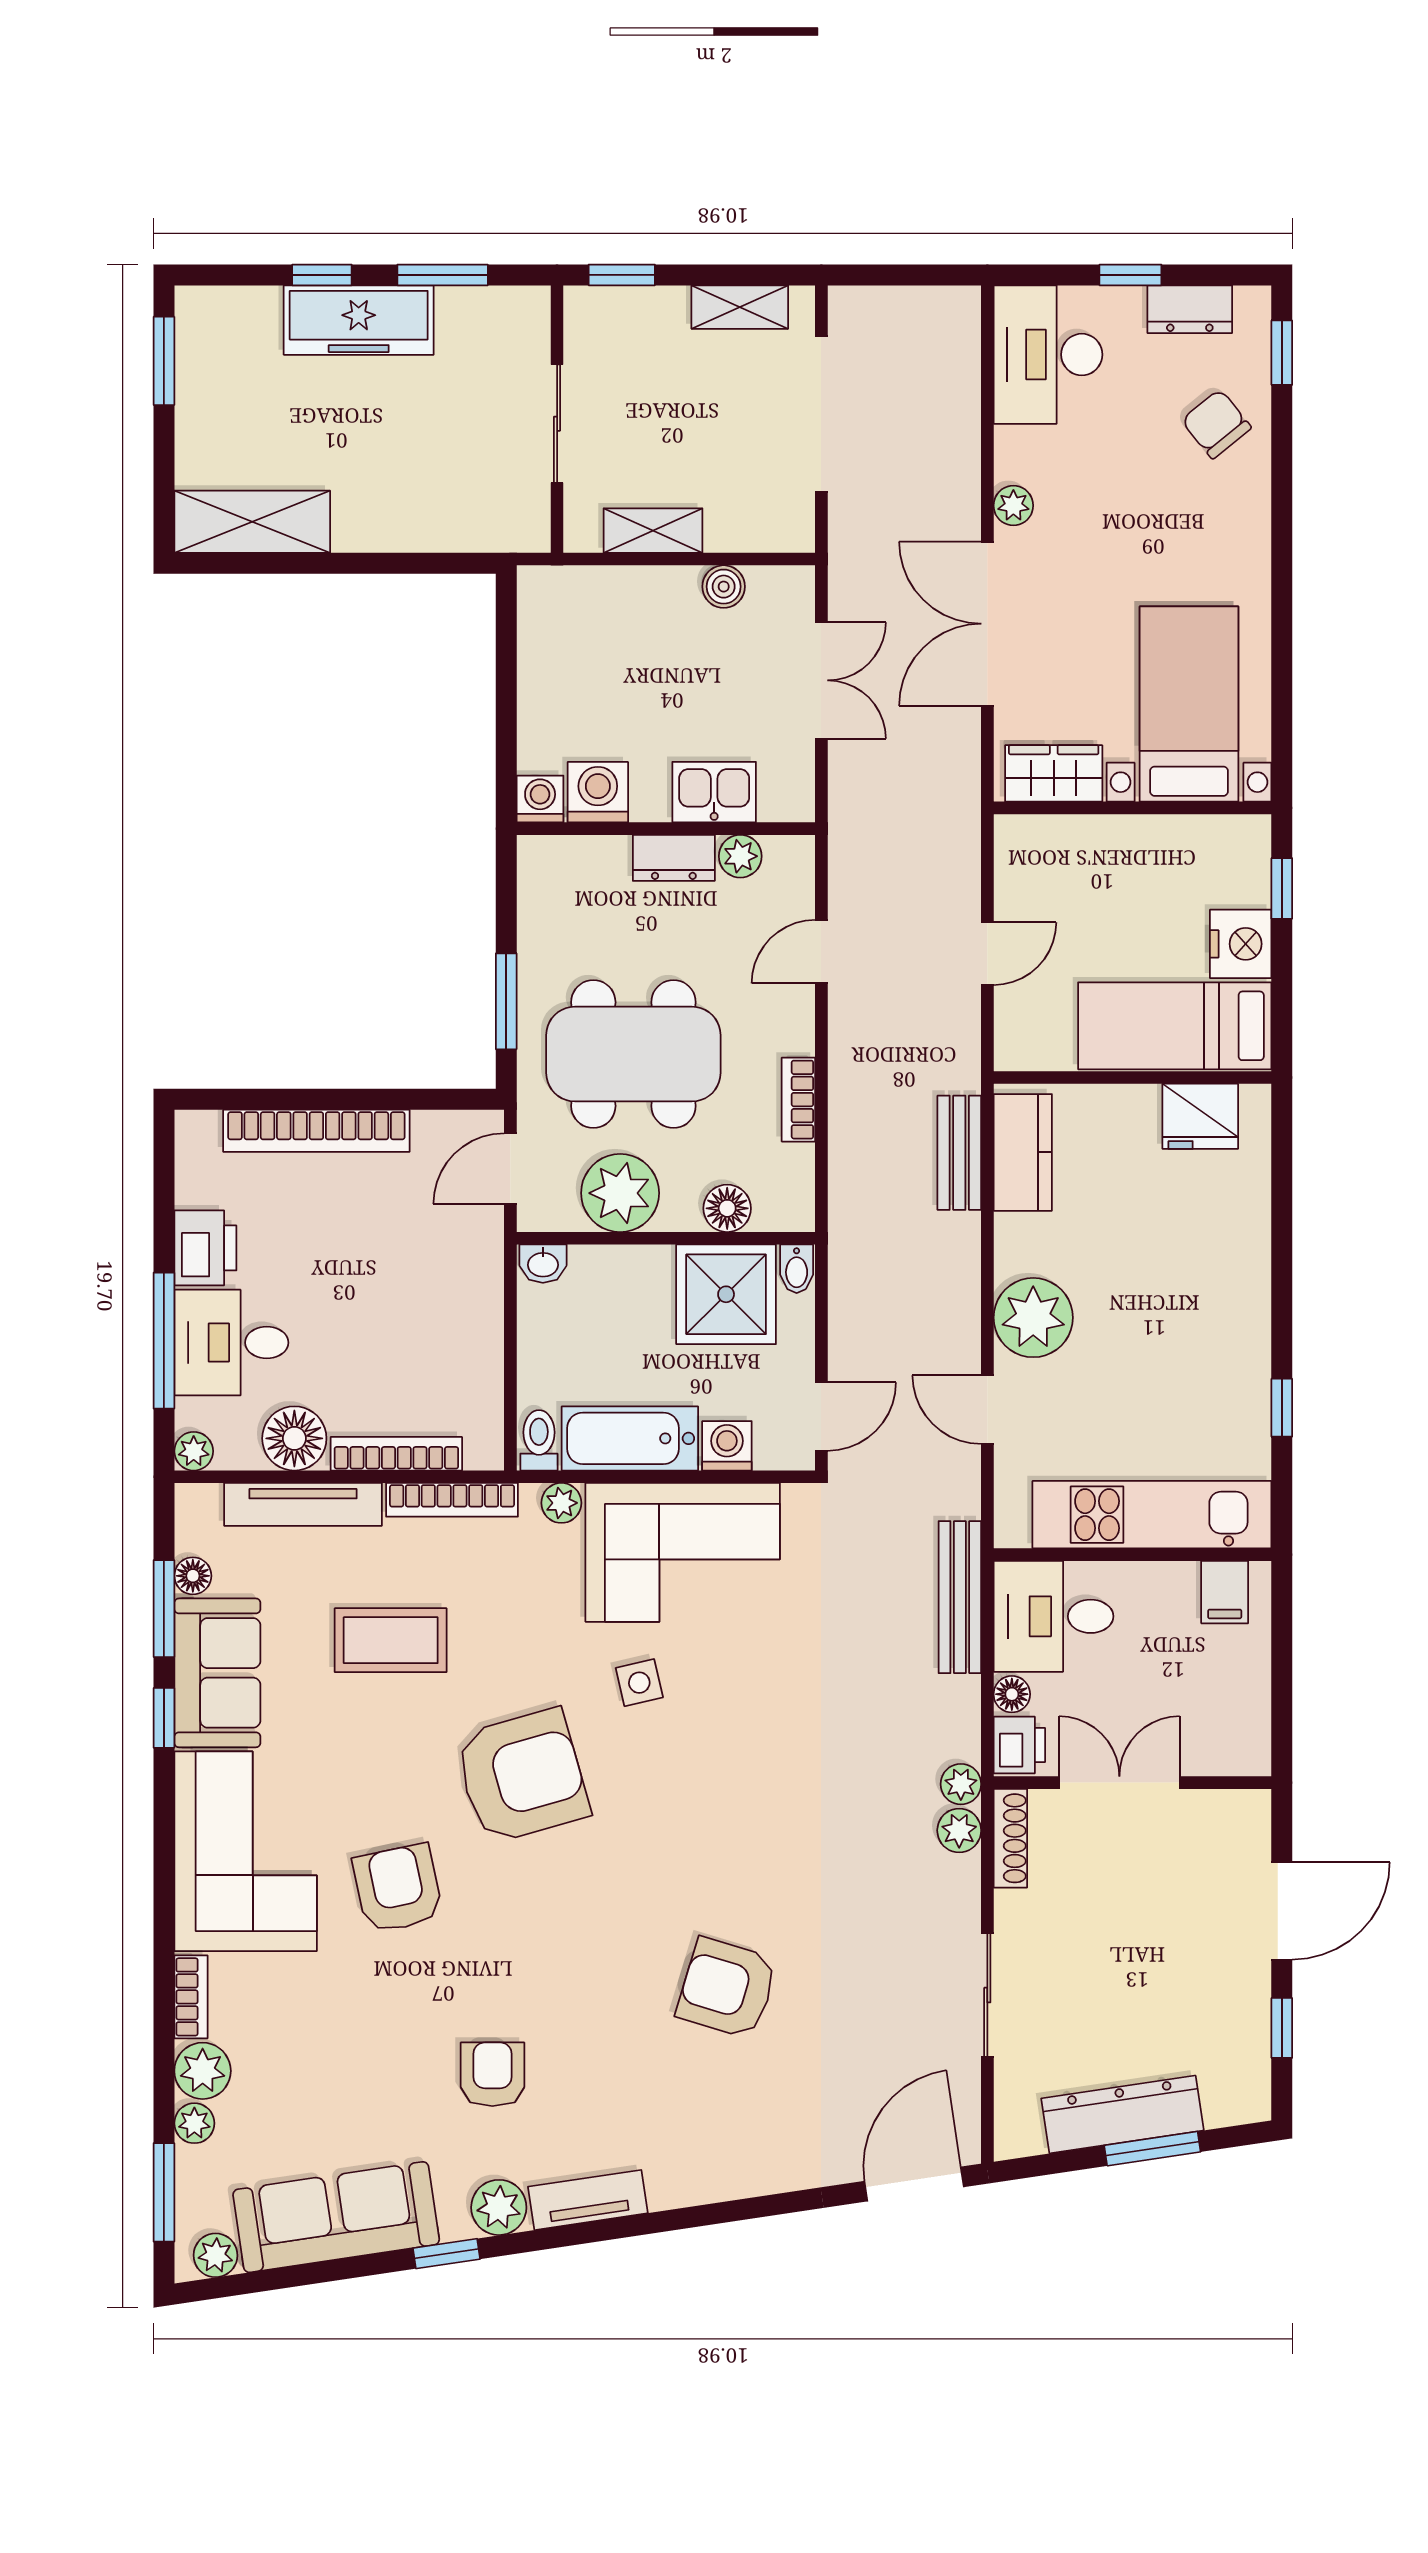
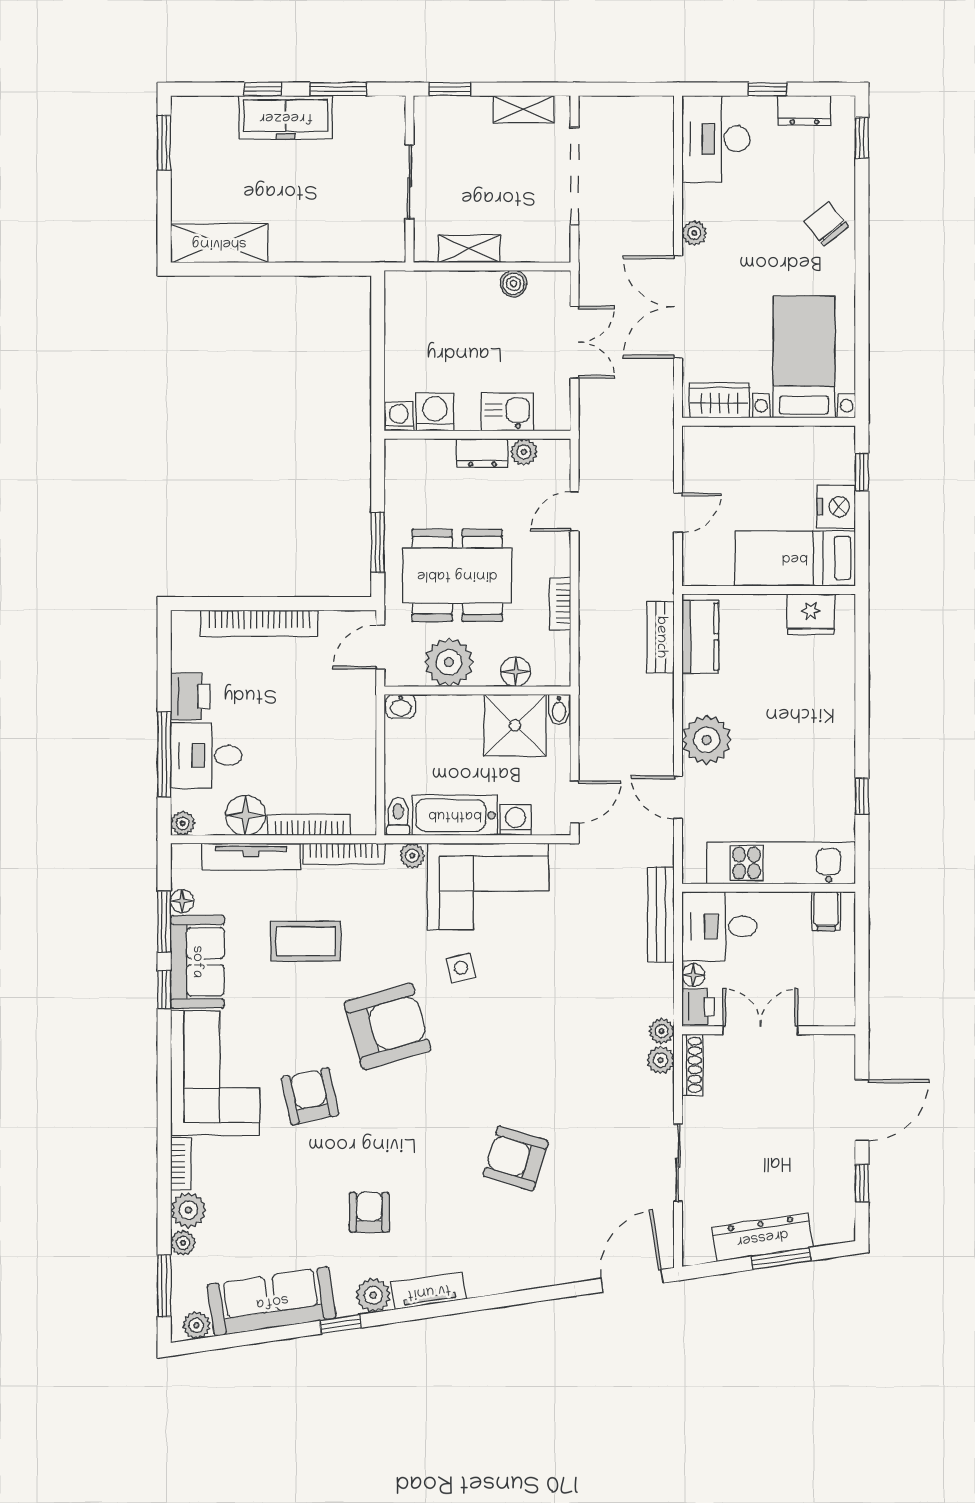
chair: (1216, 424) -> (826, 224), moved

